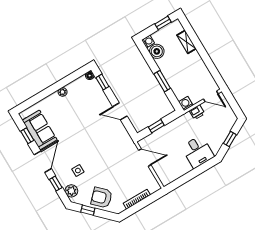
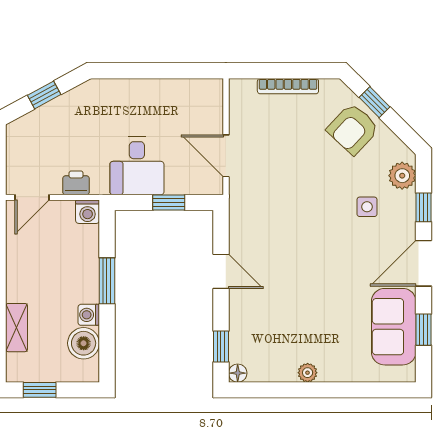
washing machine: (148, 41) -> (89, 315), moved
door: (211, 96) -> (32, 197), swing flipped
desk: (198, 152) -> (137, 166), moved, turned 180
armchair: (102, 198) -> (353, 129), turned 88
window: (88, 210) -> (375, 102), moved

